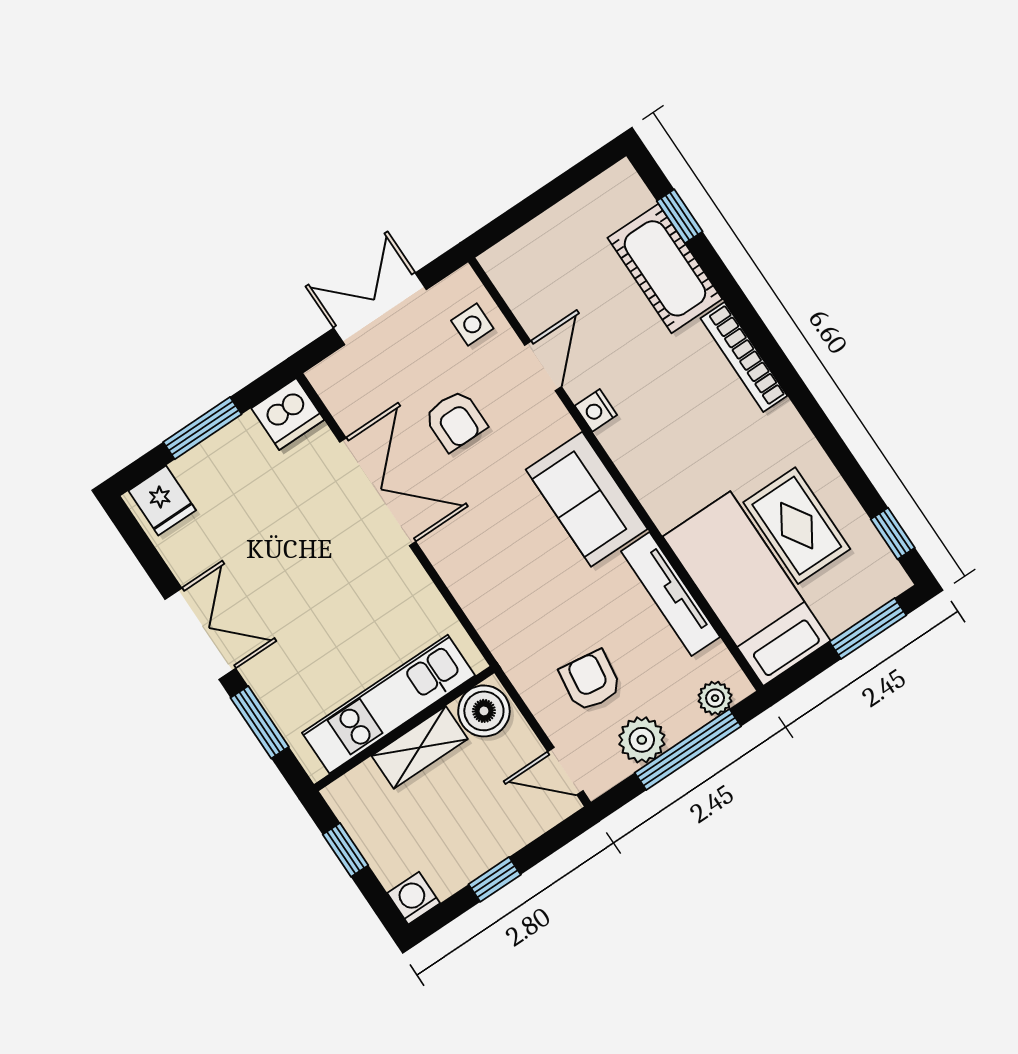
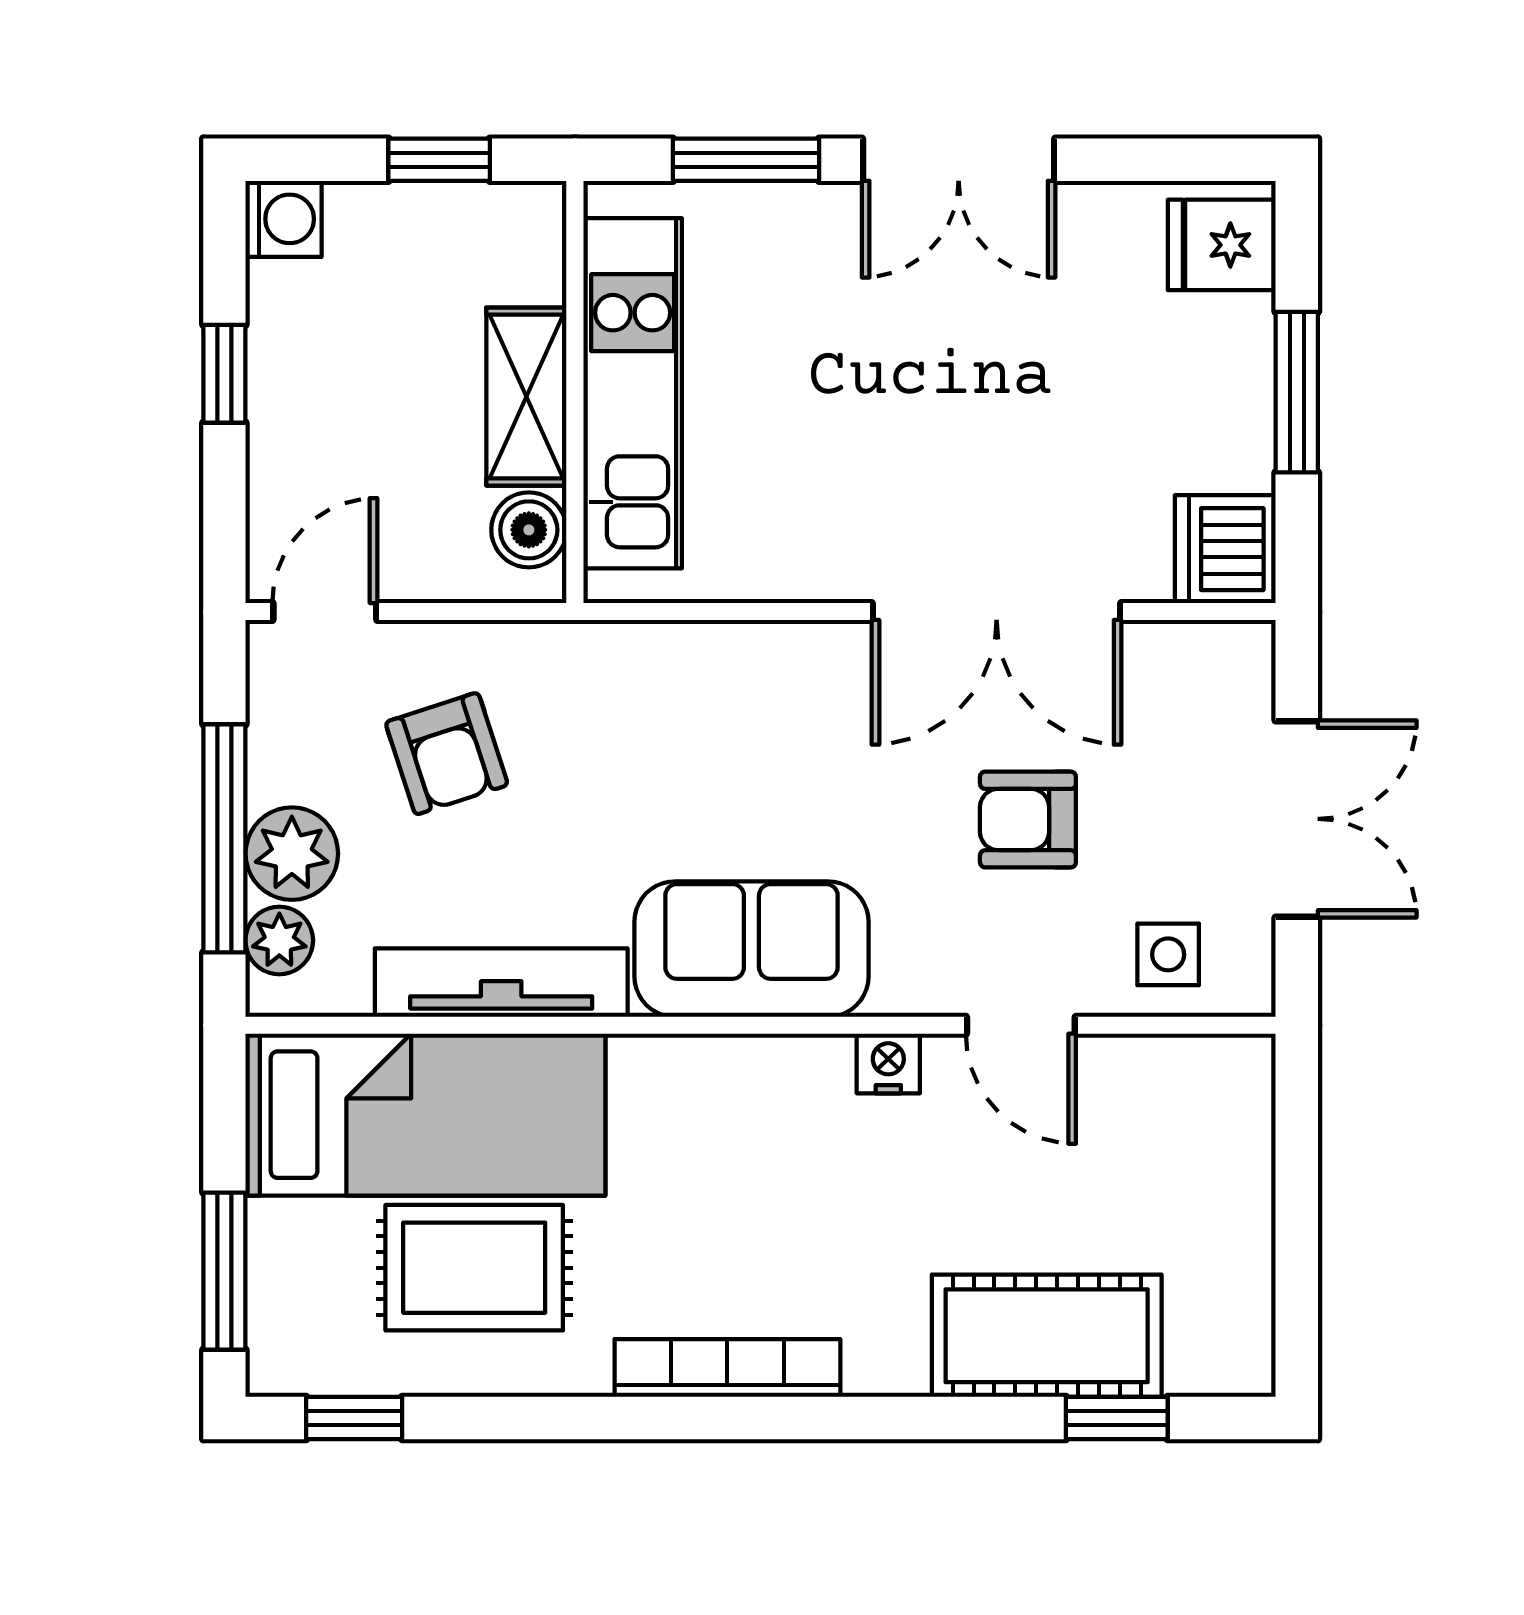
bookcase: (744, 357) -> (727, 1368), moved
armchair: (590, 681) -> (447, 754), turned 64
boiler: (484, 711) -> (529, 530), width x0.73, depth x0.73
plant: (642, 740) -> (292, 854), moved

